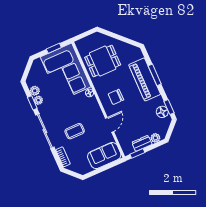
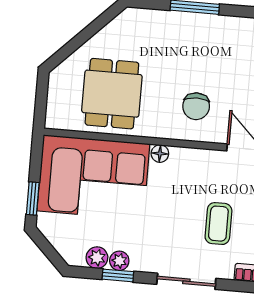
window: (54, 48) -> (33, 199), moved
piano: (145, 79) -> (193, 32), removed
sliding door: (45, 131) -> (186, 281), width x0.73

